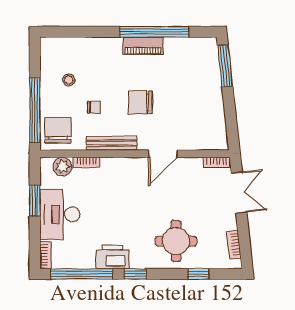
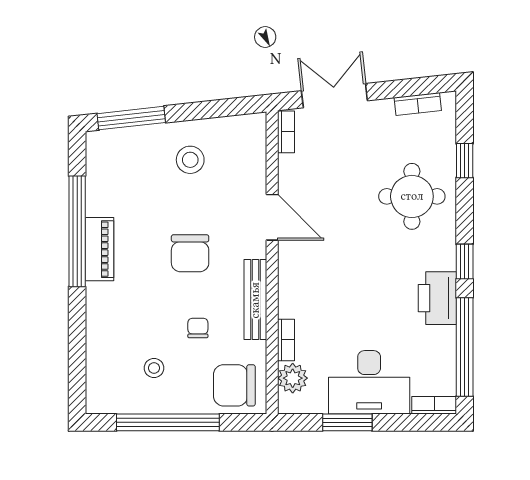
stool: (199, 103) -> (190, 160), added
window: (35, 110) -> (168, 422), moved

